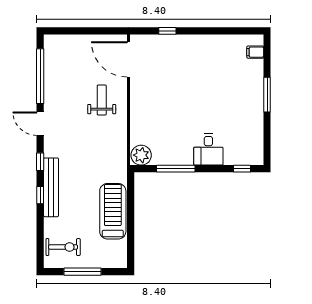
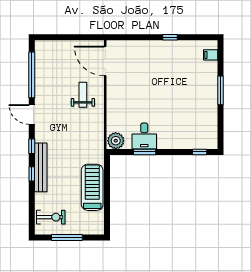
window: (167, 31) -> (170, 37), moved
desk: (208, 150) -> (144, 136), moved
window: (176, 169) -> (145, 152), width x0.69

